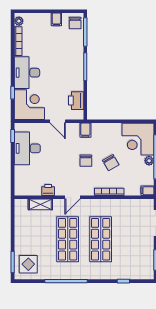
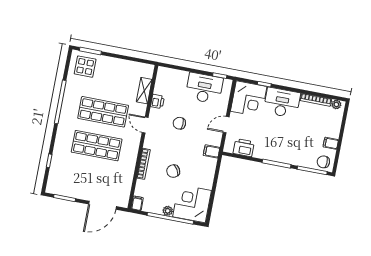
chair: (86, 161) -> (179, 123), moved

